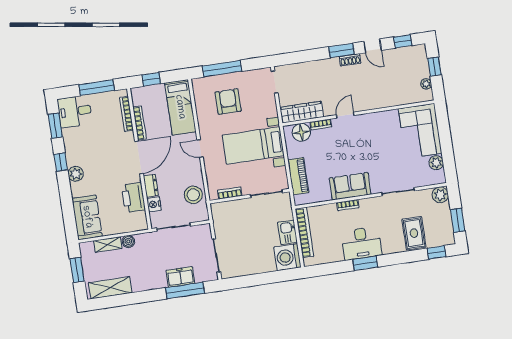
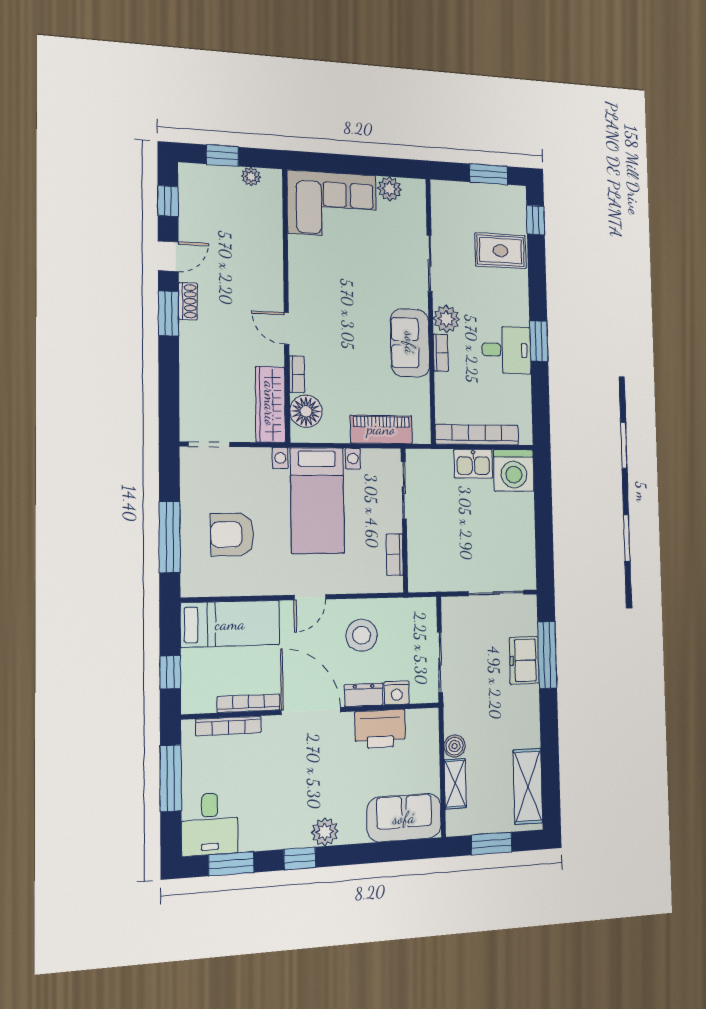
stool: (193, 195) -> (362, 635), moved
plant: (440, 195) -> (446, 319), moved
desk: (362, 243) -> (506, 350), width x0.73

